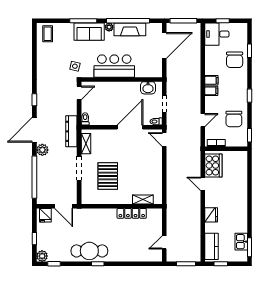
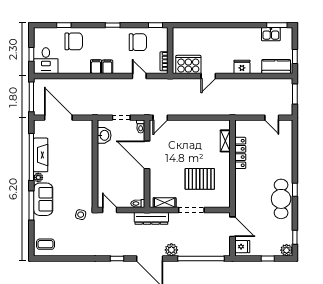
bar counter: (114, 66) -> (80, 172), removed
door: (64, 206) -> (232, 227), hinge flipped

